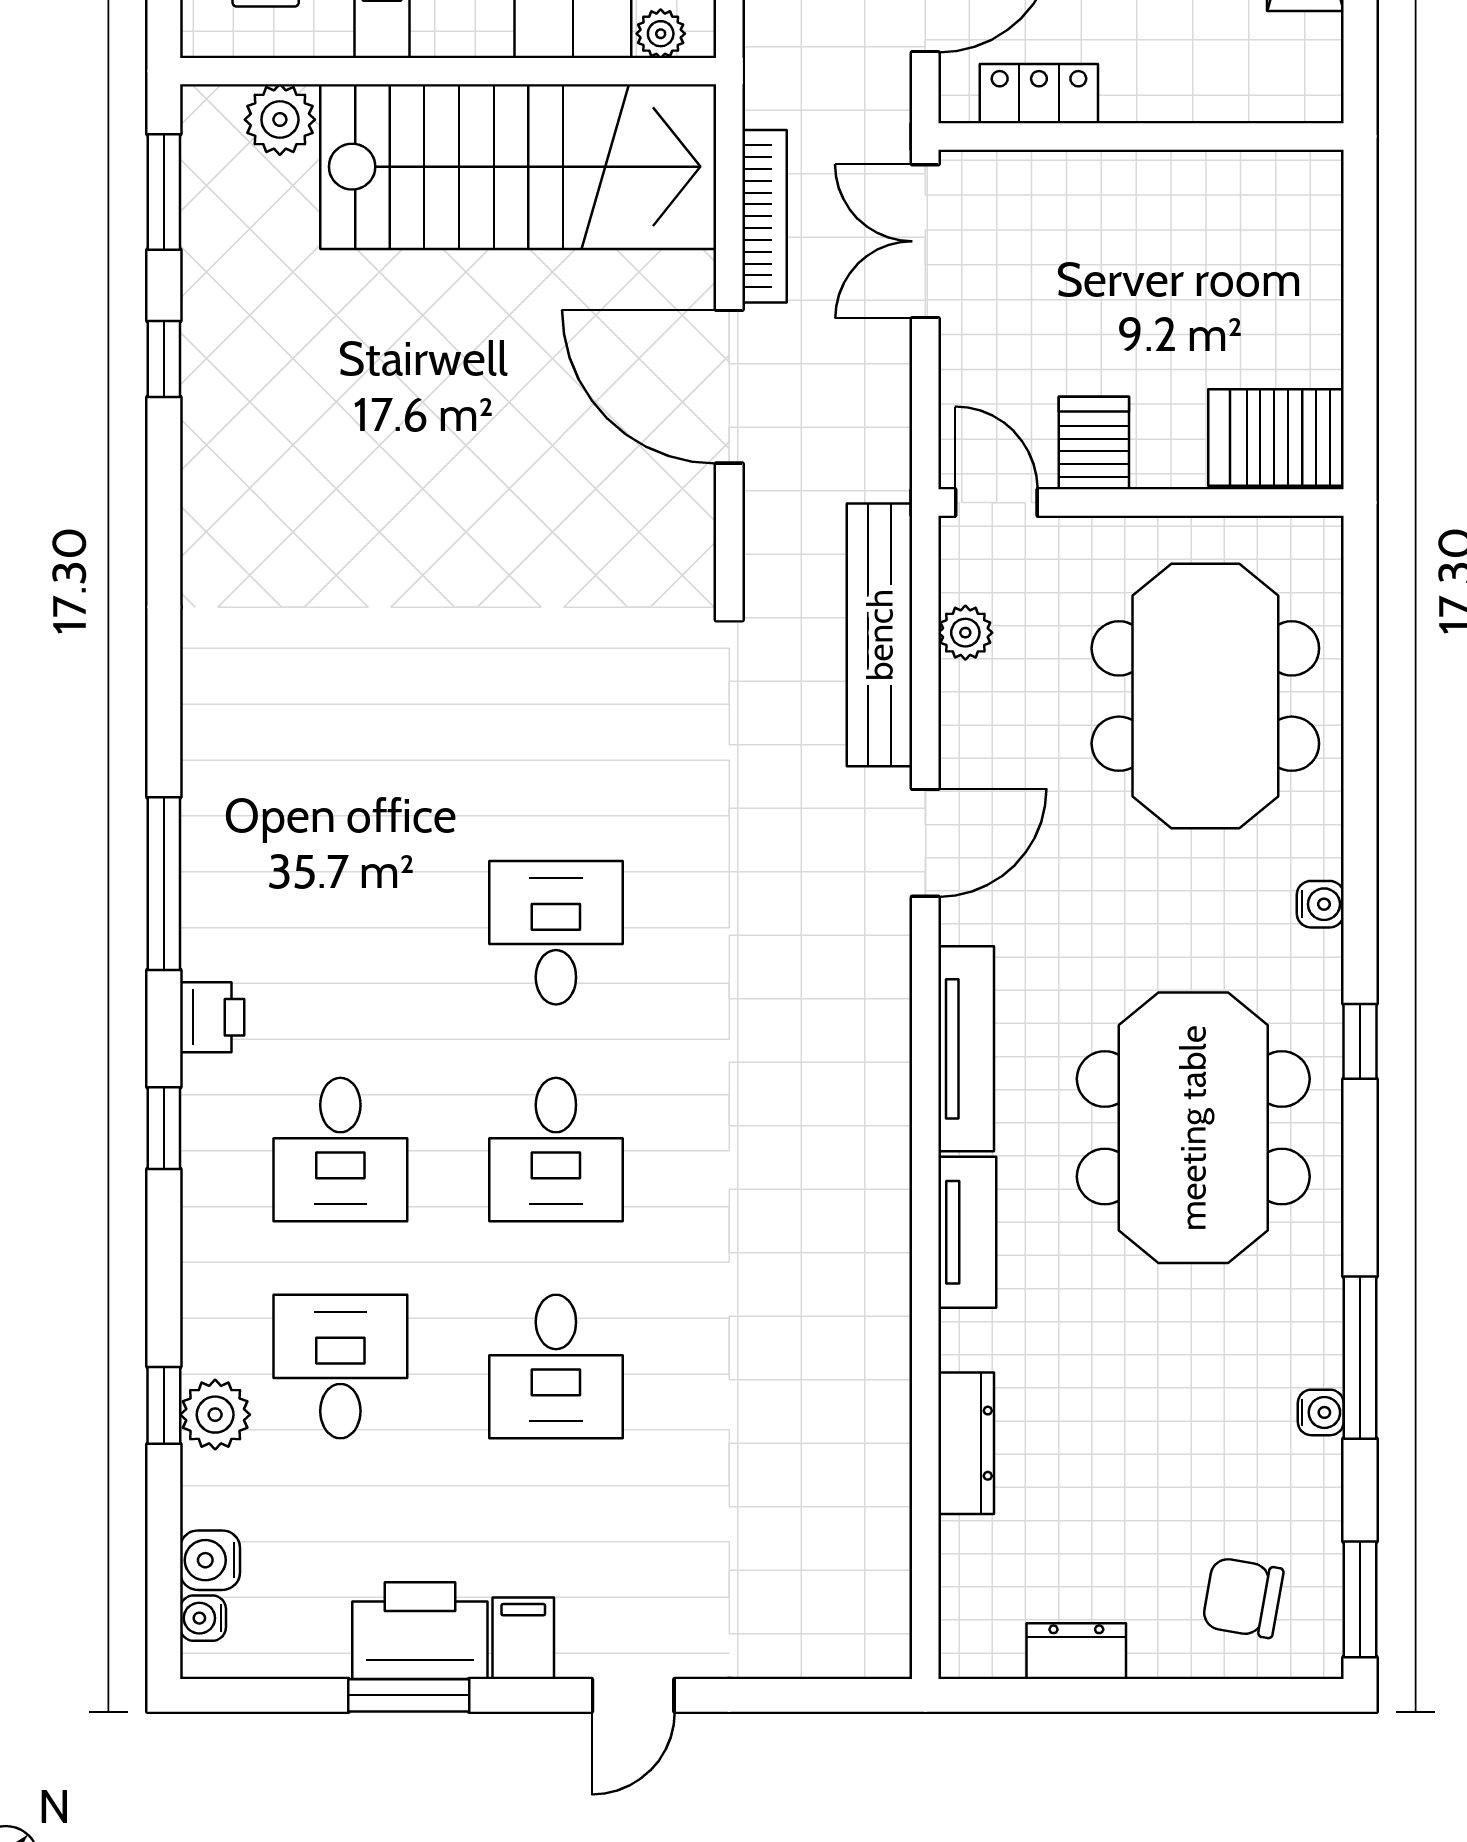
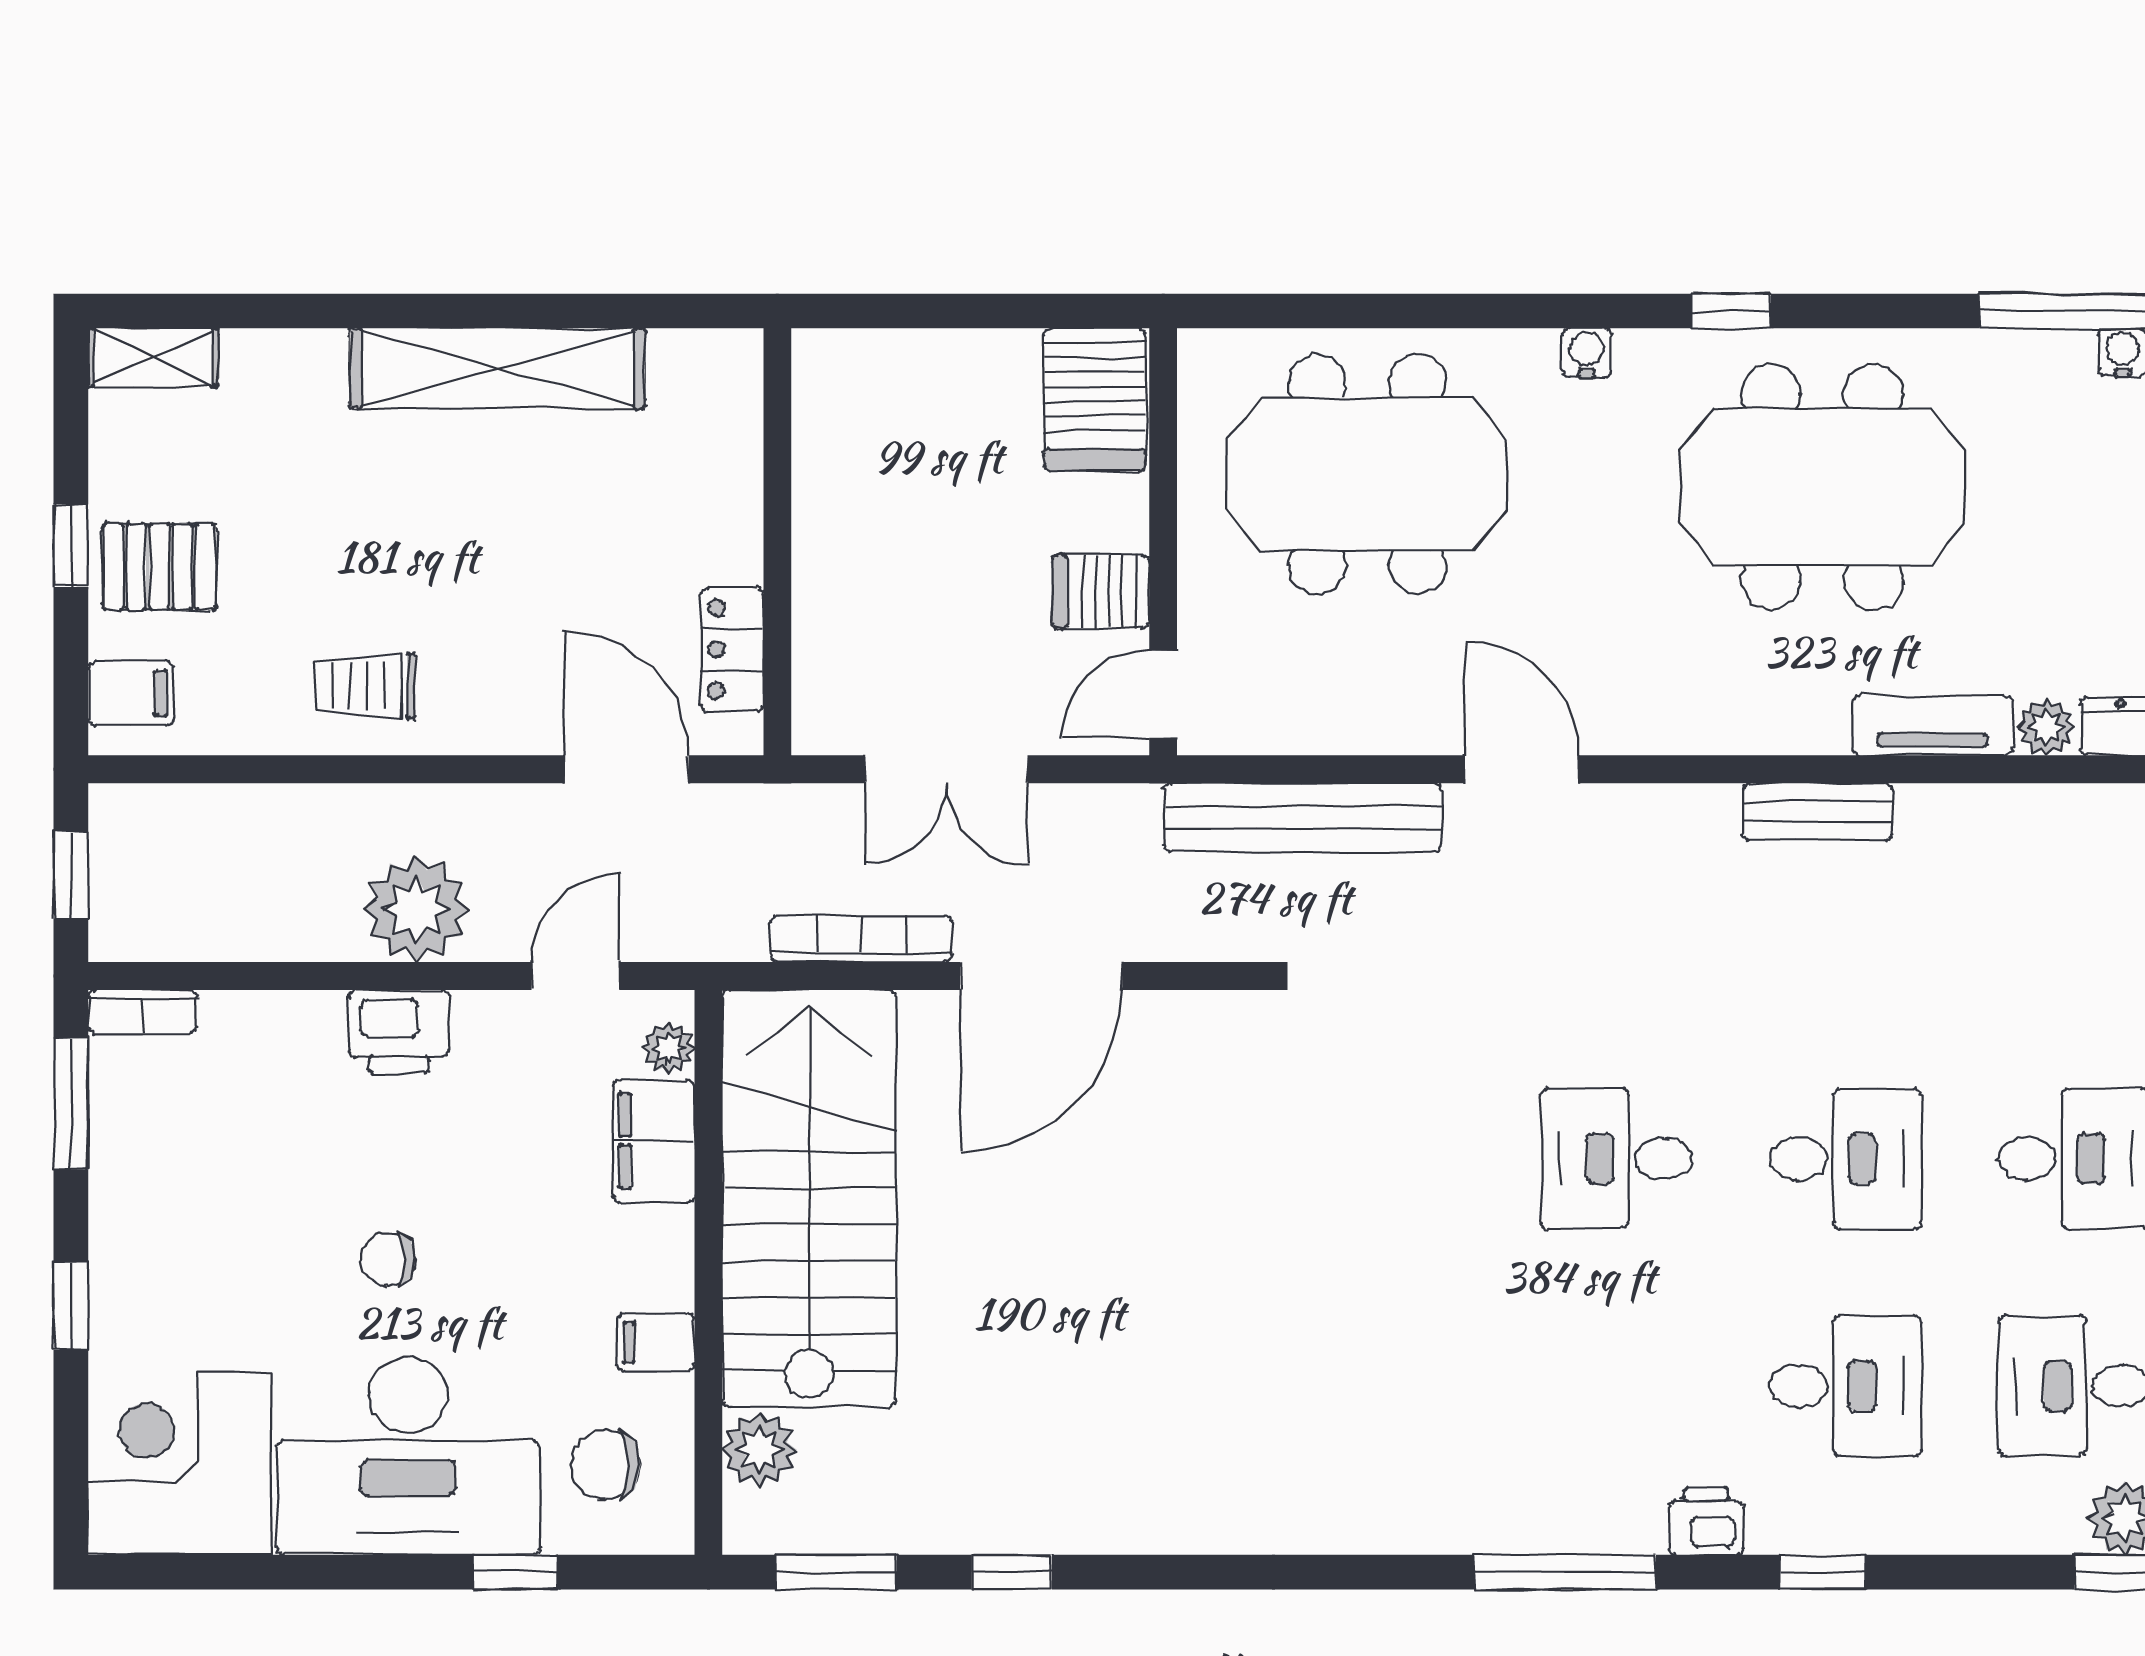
double door: (925, 241) -> (946, 769), moved
plant: (965, 633) -> (2046, 727), moved
tv unit: (966, 1049) -> (1739, 726), removed
bench: (885, 1123) -> (1818, 812), added

